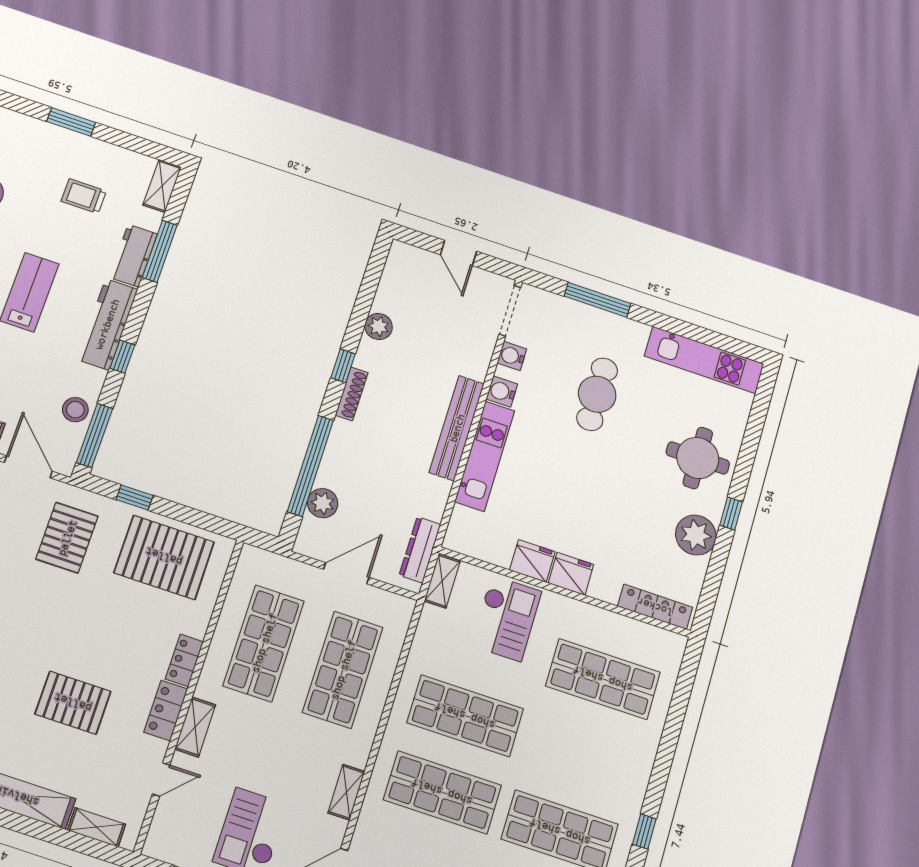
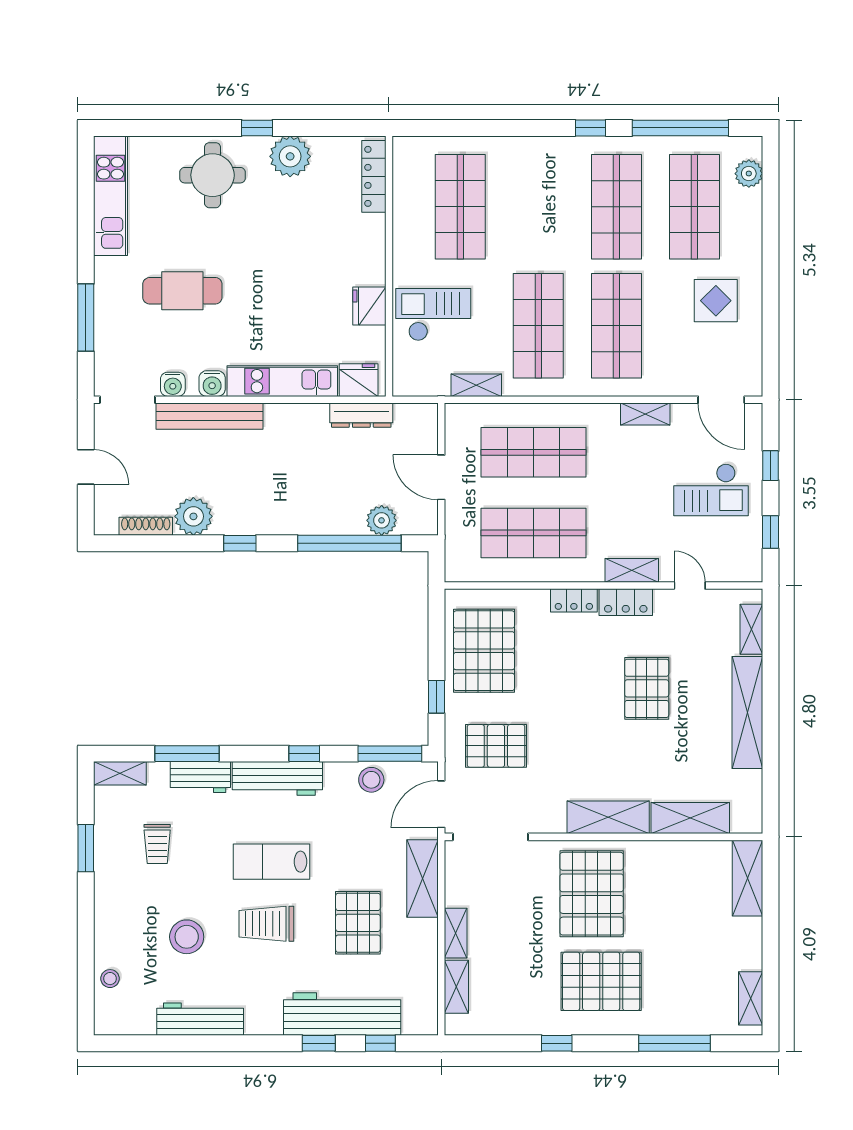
window: (71, 122) -> (86, 848), moved
door: (459, 253) -> (86, 467), hinge flipped
plant: (379, 326) -> (193, 516), width x1.36, depth x1.36
shoe rack: (352, 394) -> (146, 526), moved
bench: (457, 428) -> (209, 416), moved
dresser: (420, 550) -> (361, 415), moved
fridge: (571, 574) -> (359, 380), moved, turned 90
shelving: (442, 581) -> (476, 385), moved

